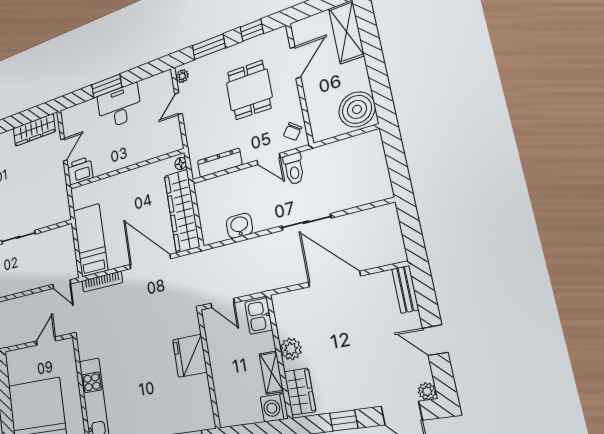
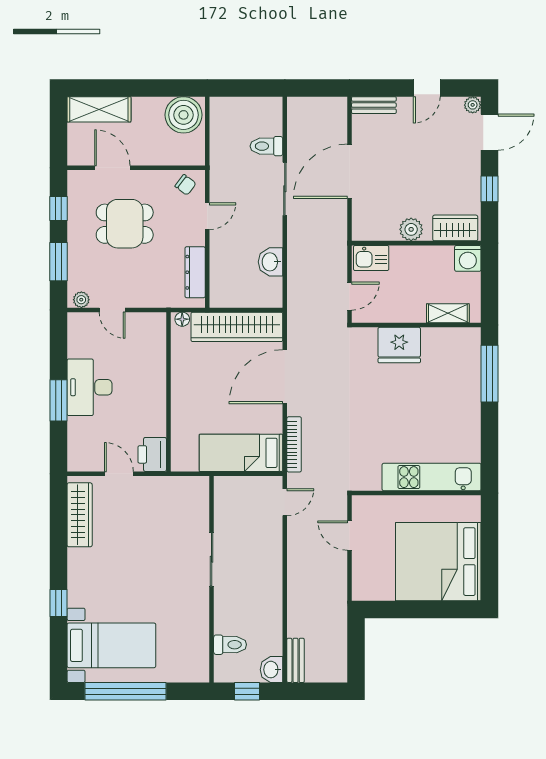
toilet: (294, 169) -> (266, 146), moved, turned 180
shelving: (271, 373) -> (448, 313), moved

